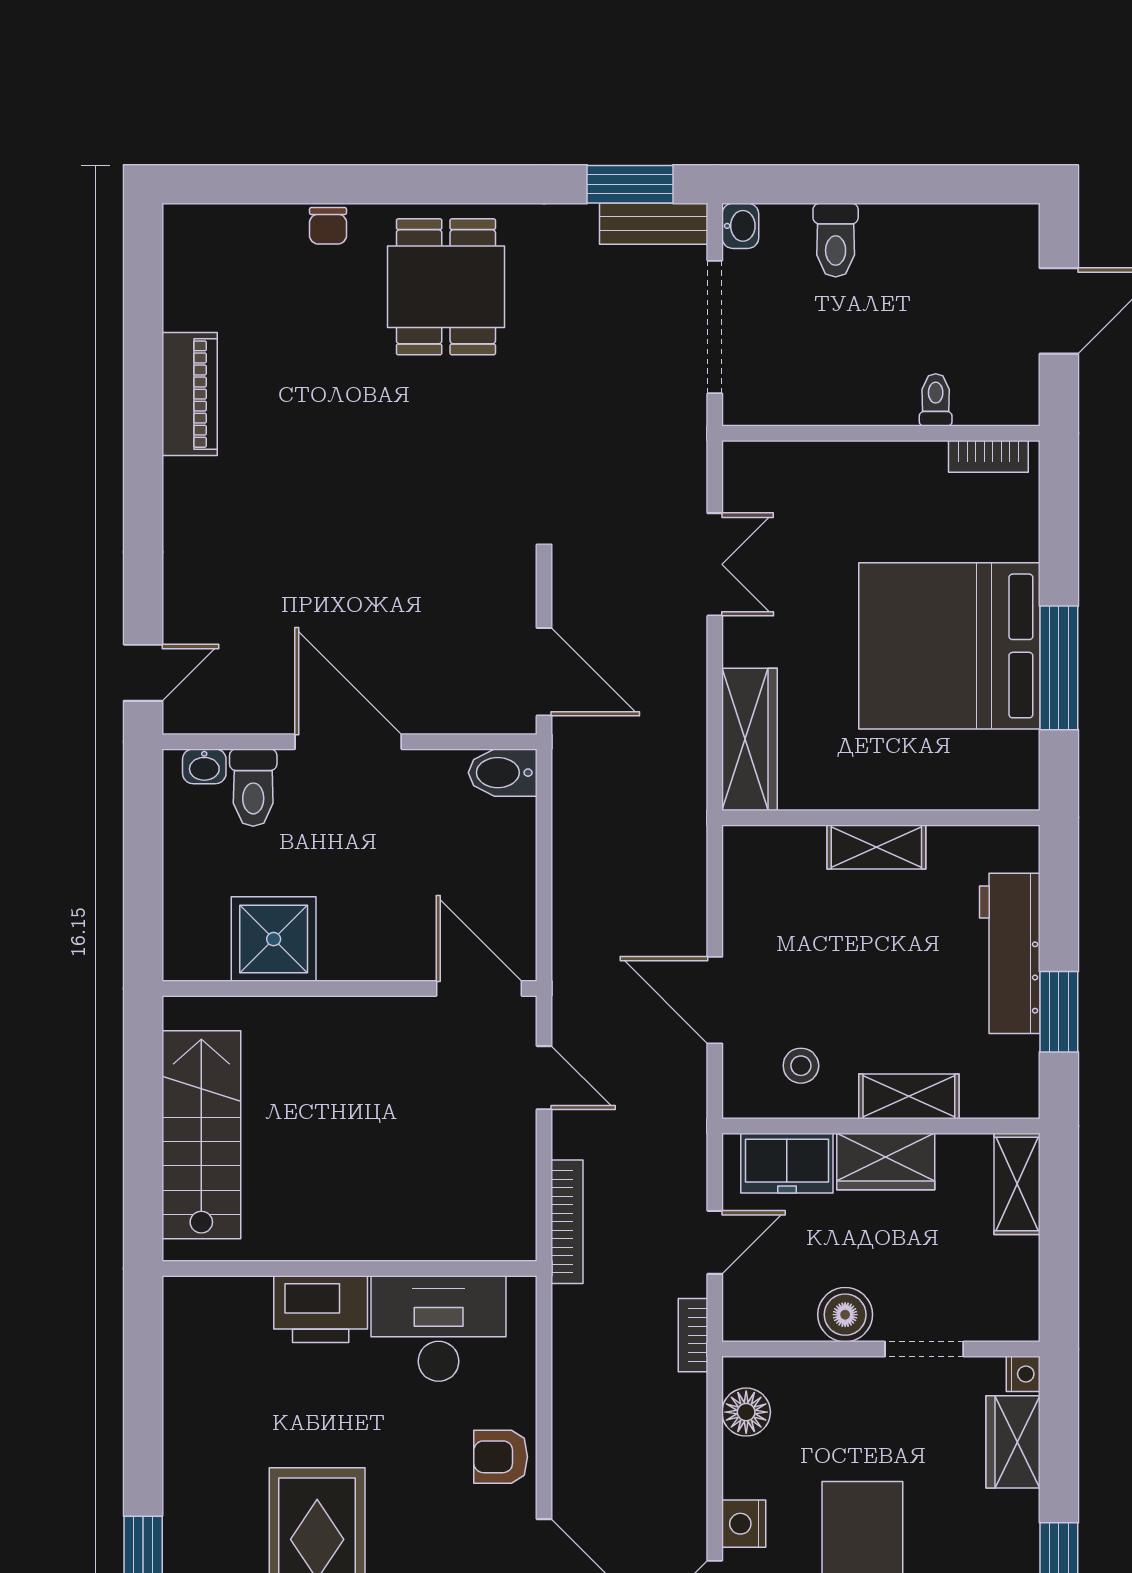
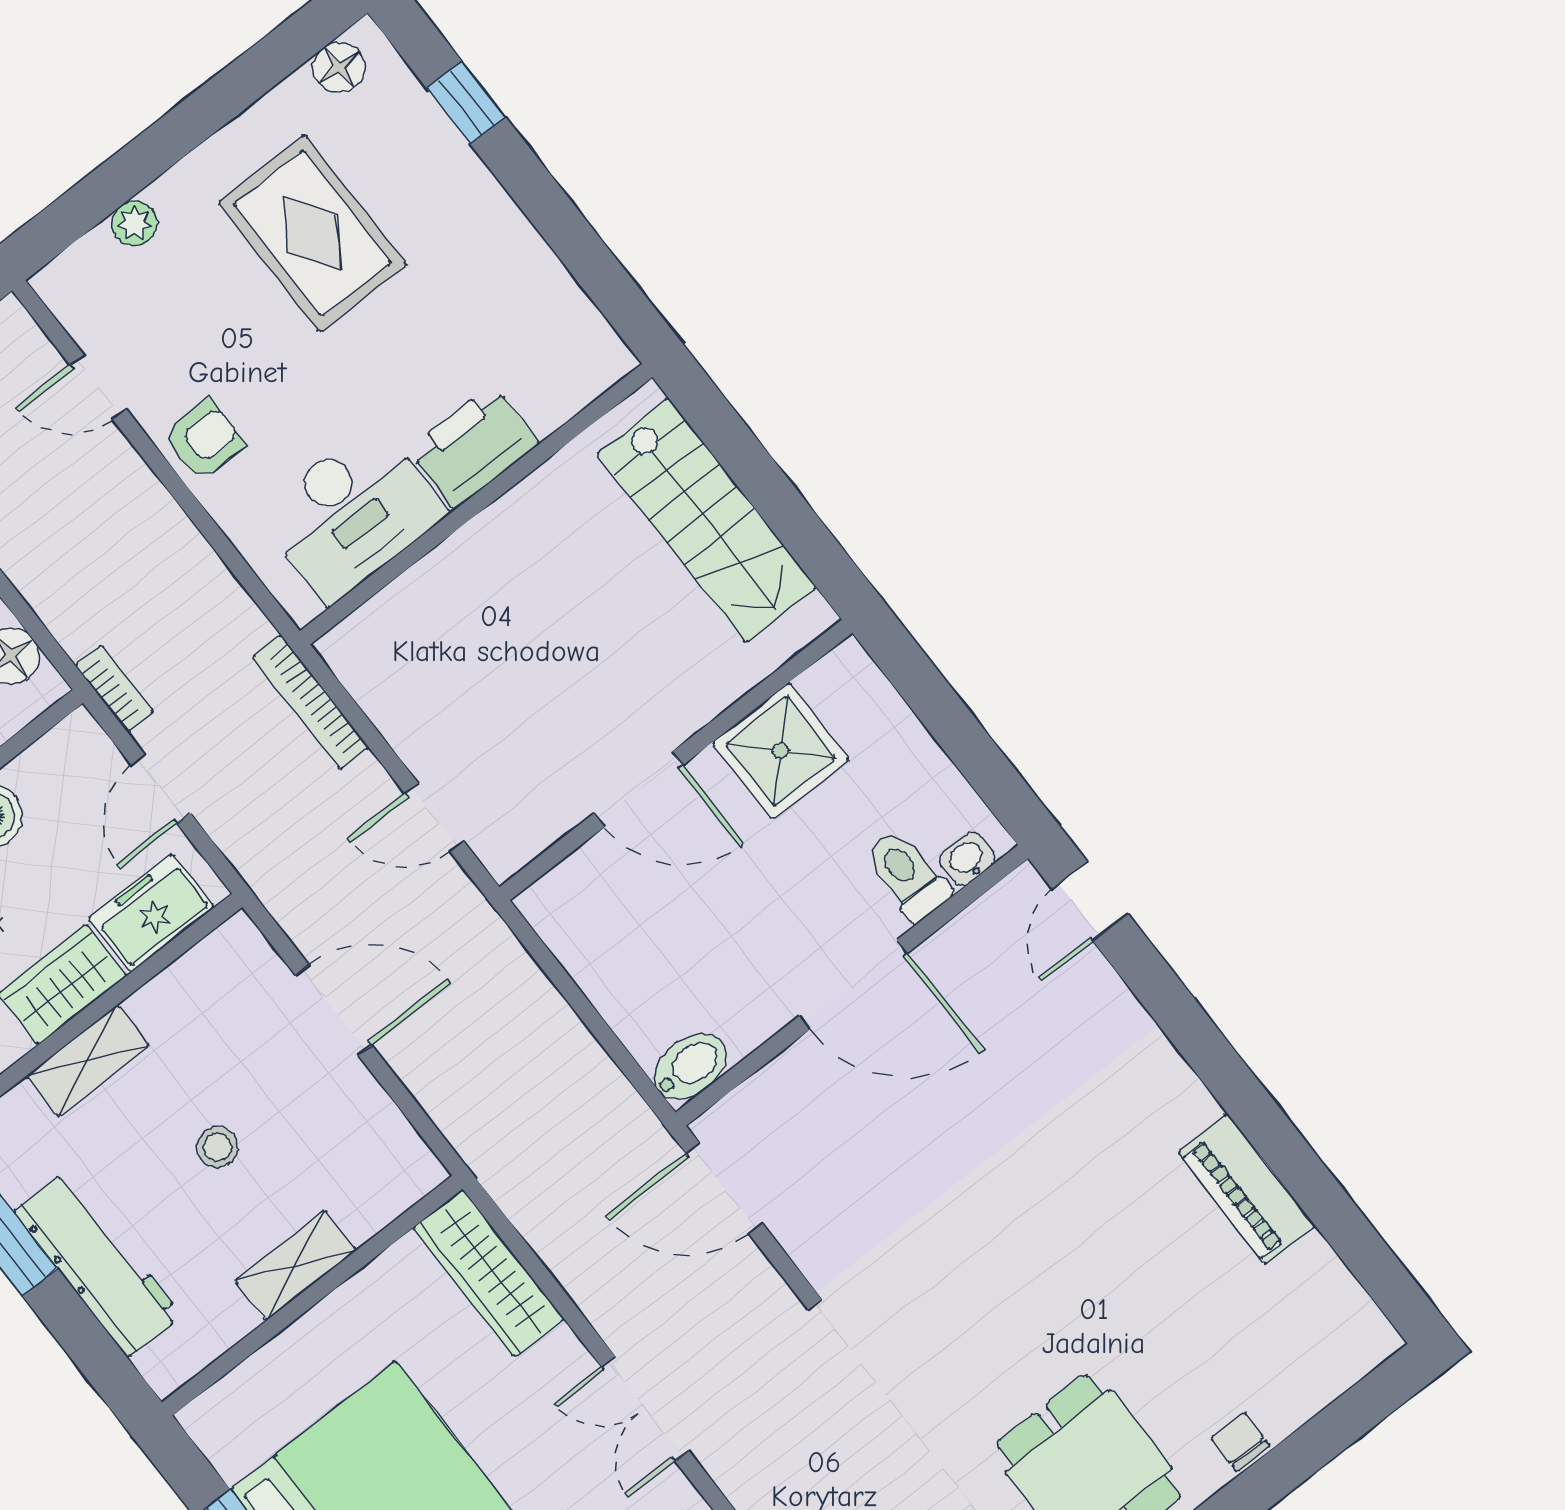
door: (479, 988) -> (638, 789), moved
stool: (801, 1066) -> (217, 1147), moved

